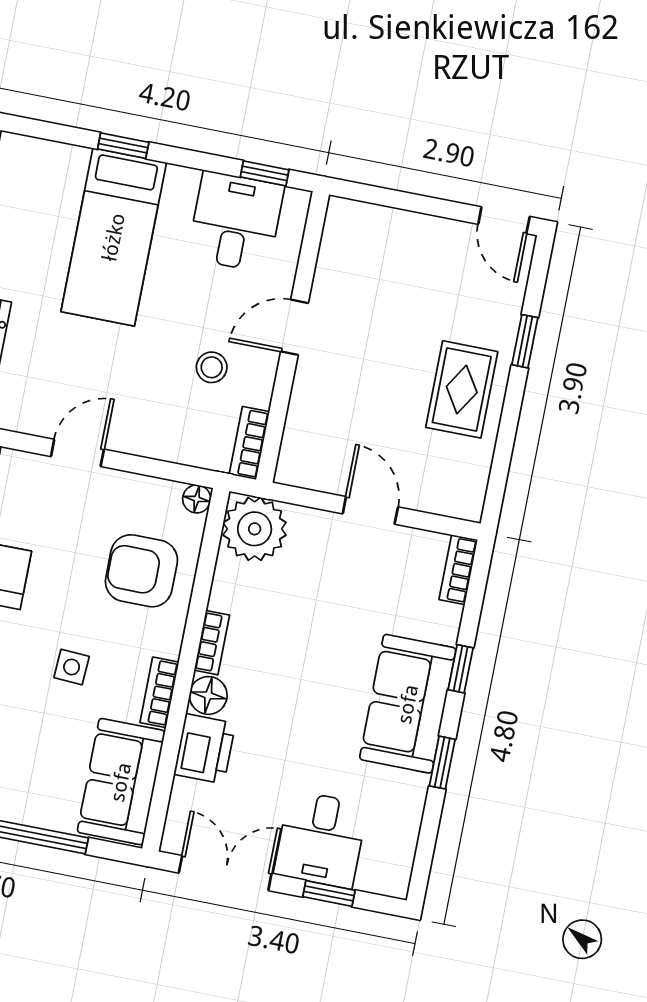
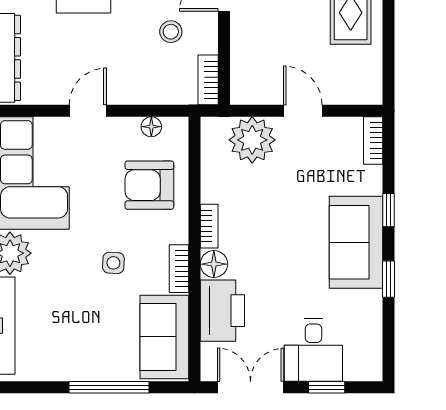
floor lamp: (197, 499) -> (151, 127), moved
plant: (255, 529) -> (252, 140), moved
printer: (205, 749) -> (222, 311), width x1.37, depth x1.19

